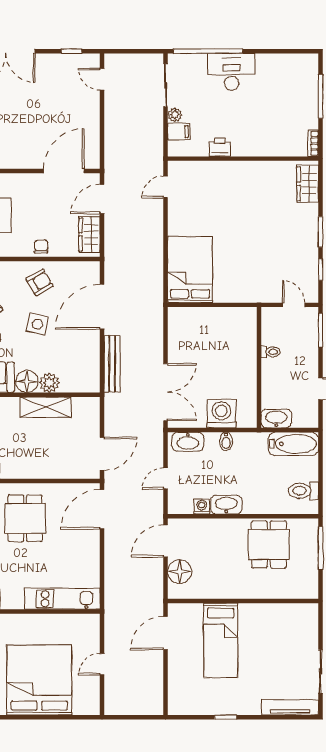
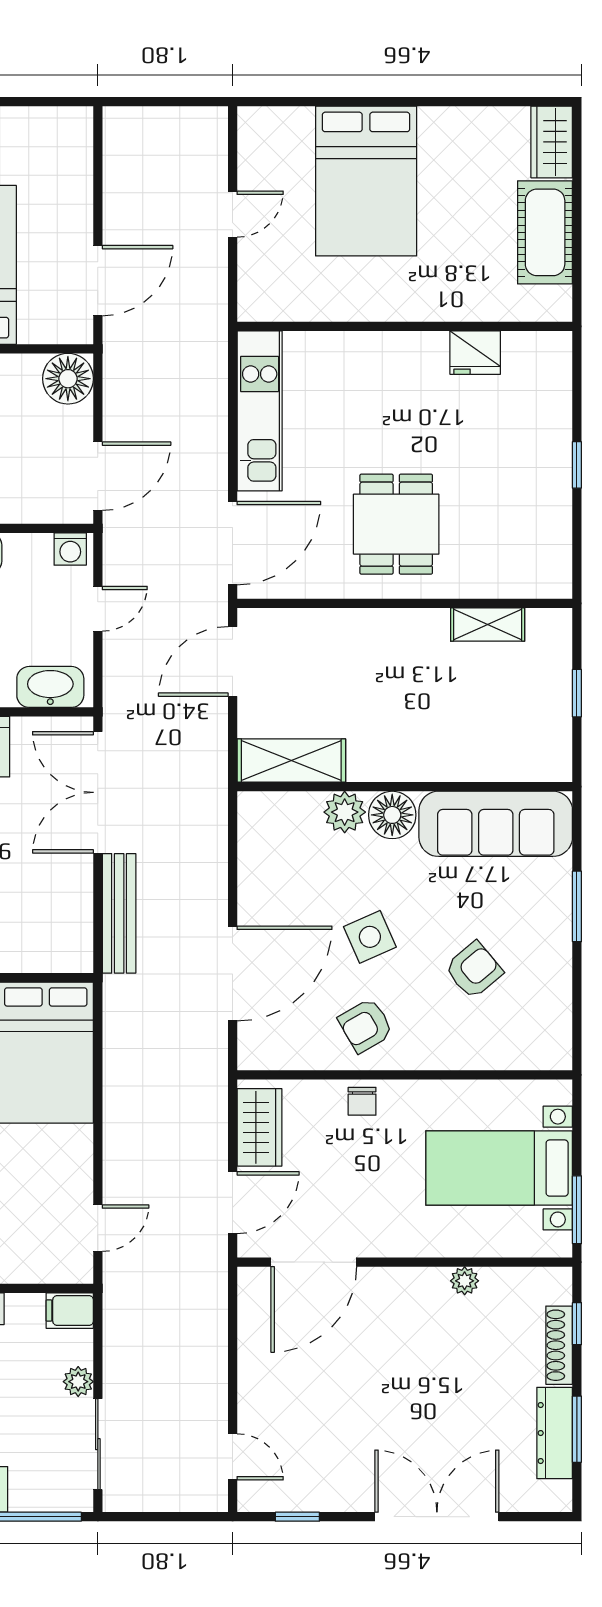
filing cabinet: (179, 132) -> (70, 1311), moved
side table: (37, 324) -> (370, 937), turned -36
bench: (112, 364) -> (119, 913), moved
shelving: (45, 407) -> (291, 761), moved
washing machine: (202, 507) -> (70, 549), moved
floor lamp: (180, 572) -> (68, 379), moved
kitchen unit: (62, 599) -> (260, 411), moved, turned -90
bed: (39, 680) -> (366, 181), width x0.73

